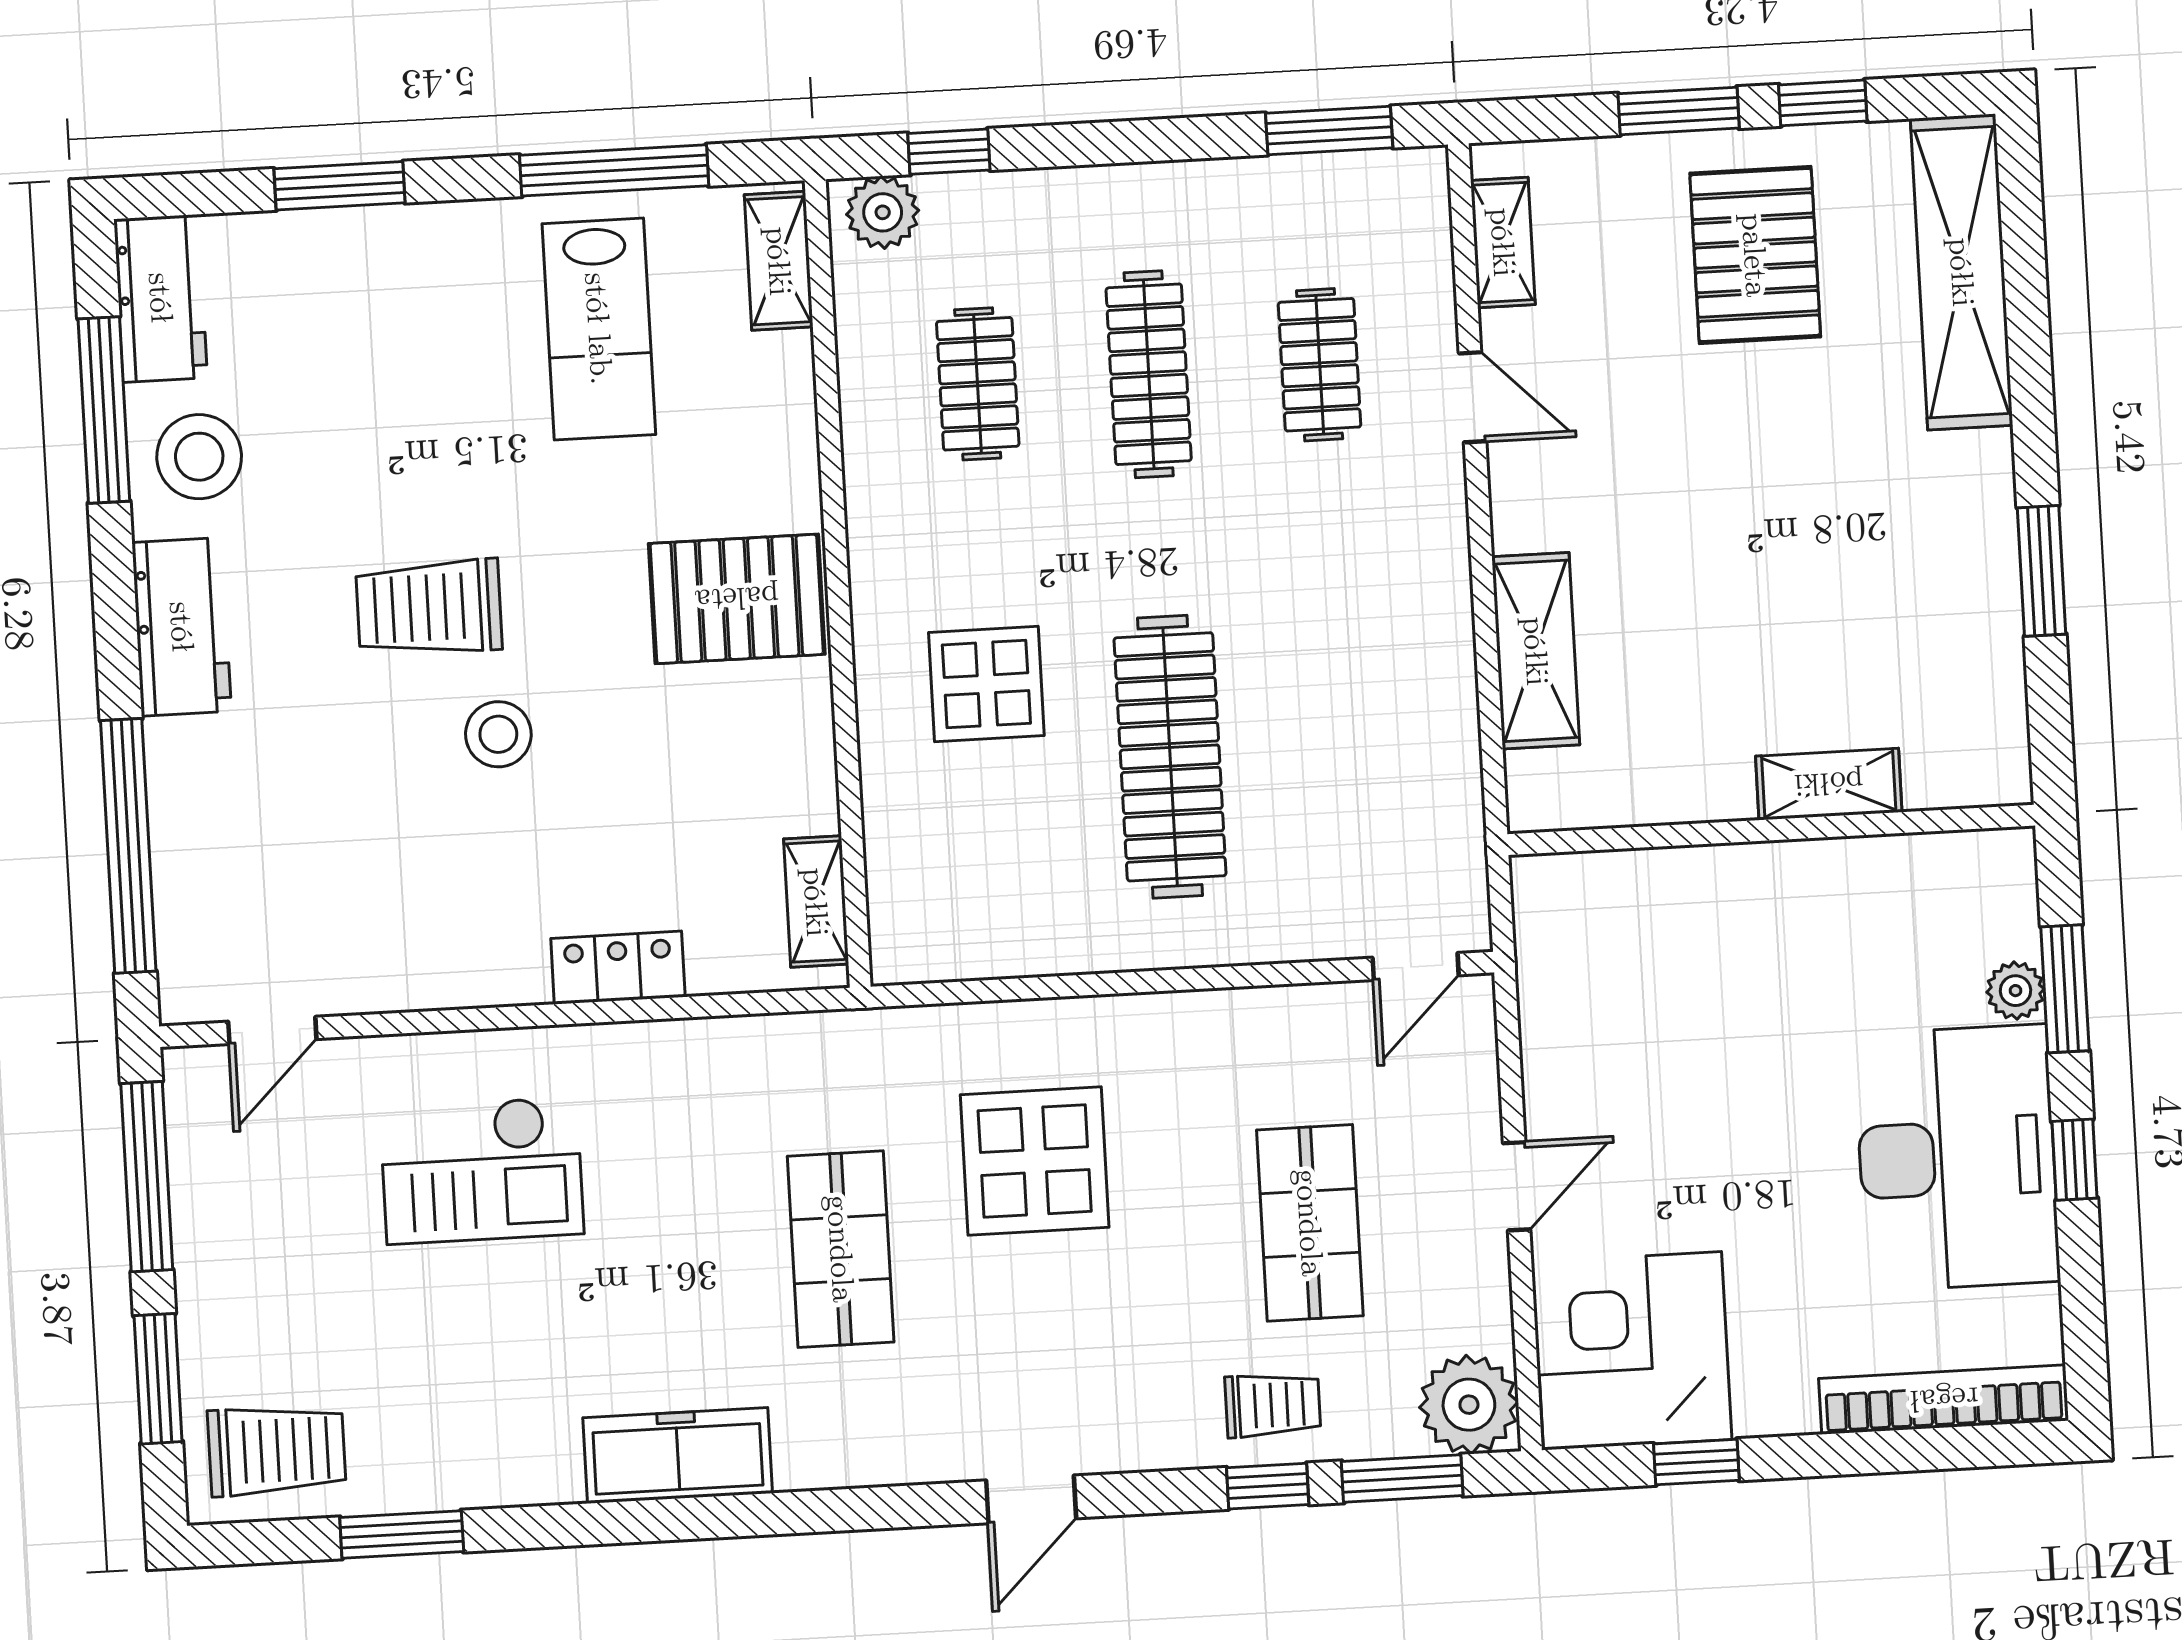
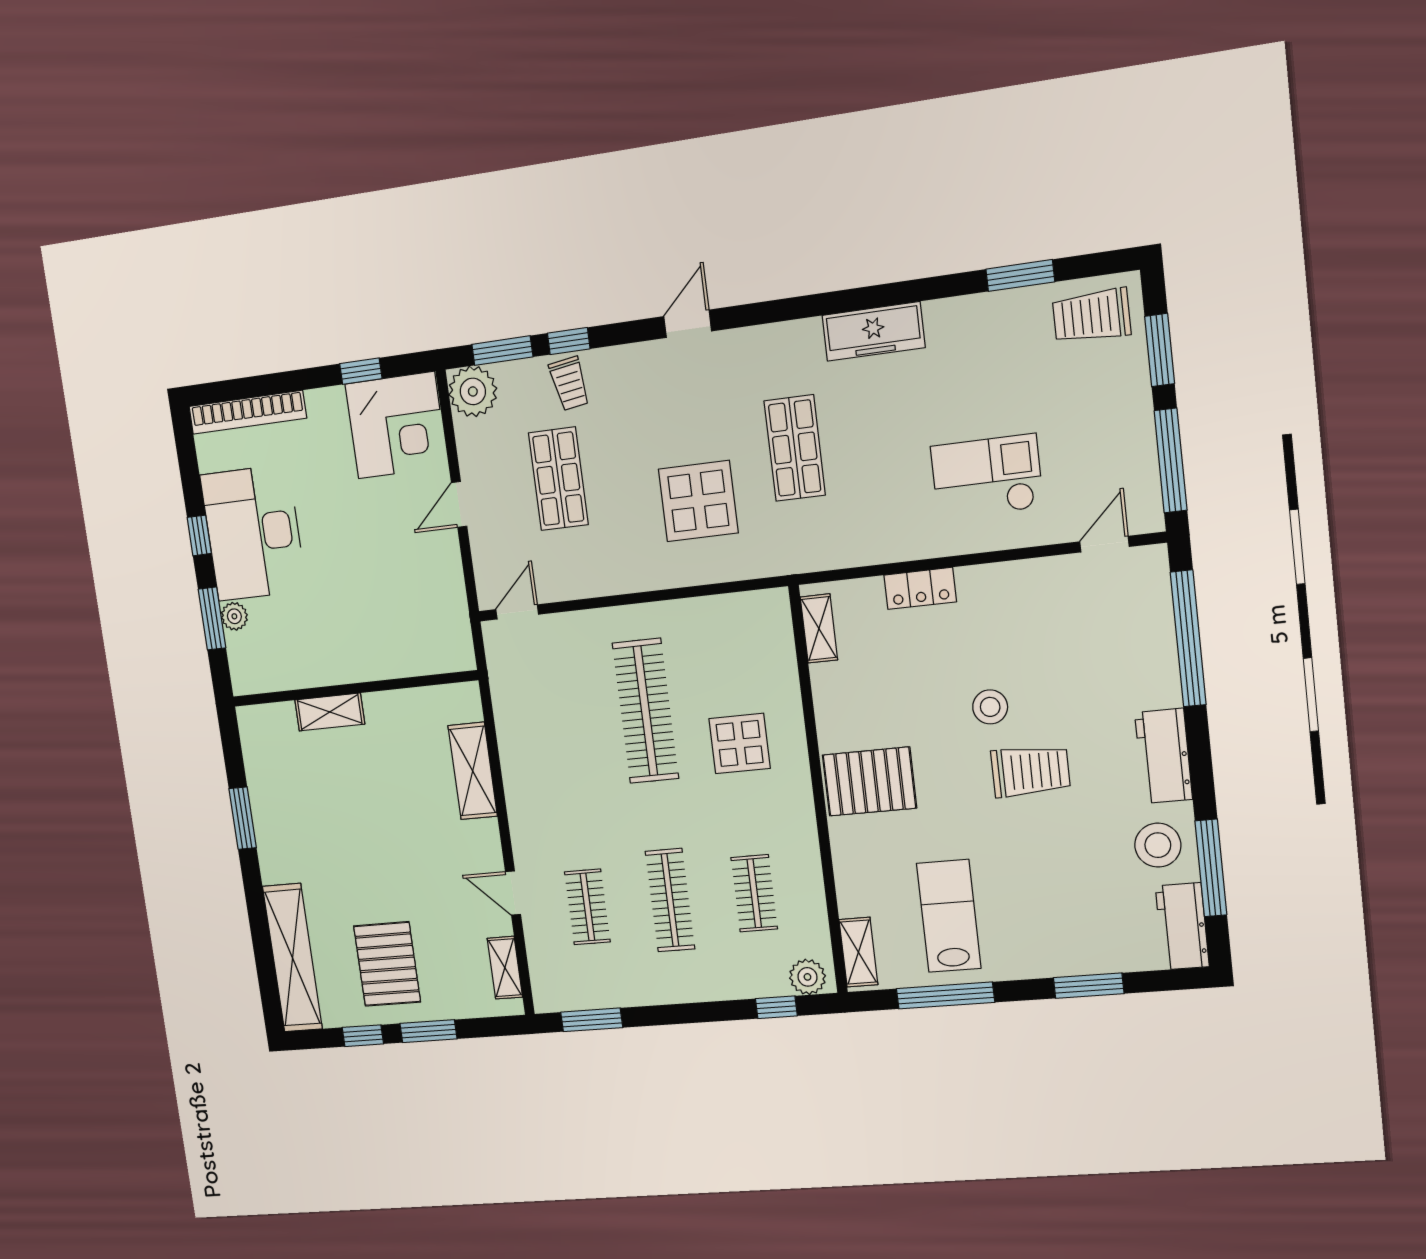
trolley: (1273, 1405) -> (569, 383), turned -99

